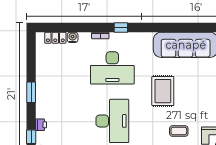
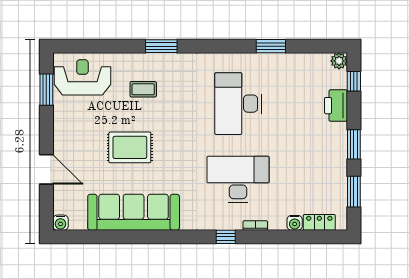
window: (31, 59) -> (354, 192), added
rug: (163, 91) -> (130, 147), moved, turned 90
printer: (41, 125) -> (336, 106), width x1.87, depth x1.48

